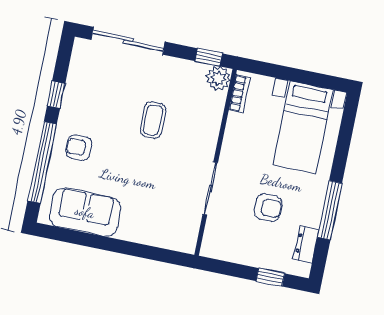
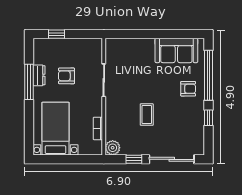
window: (209, 57) -> (134, 159), moved
bookcase: (239, 94) -> (98, 128), moved
dresser: (306, 244) -> (39, 75), moved

